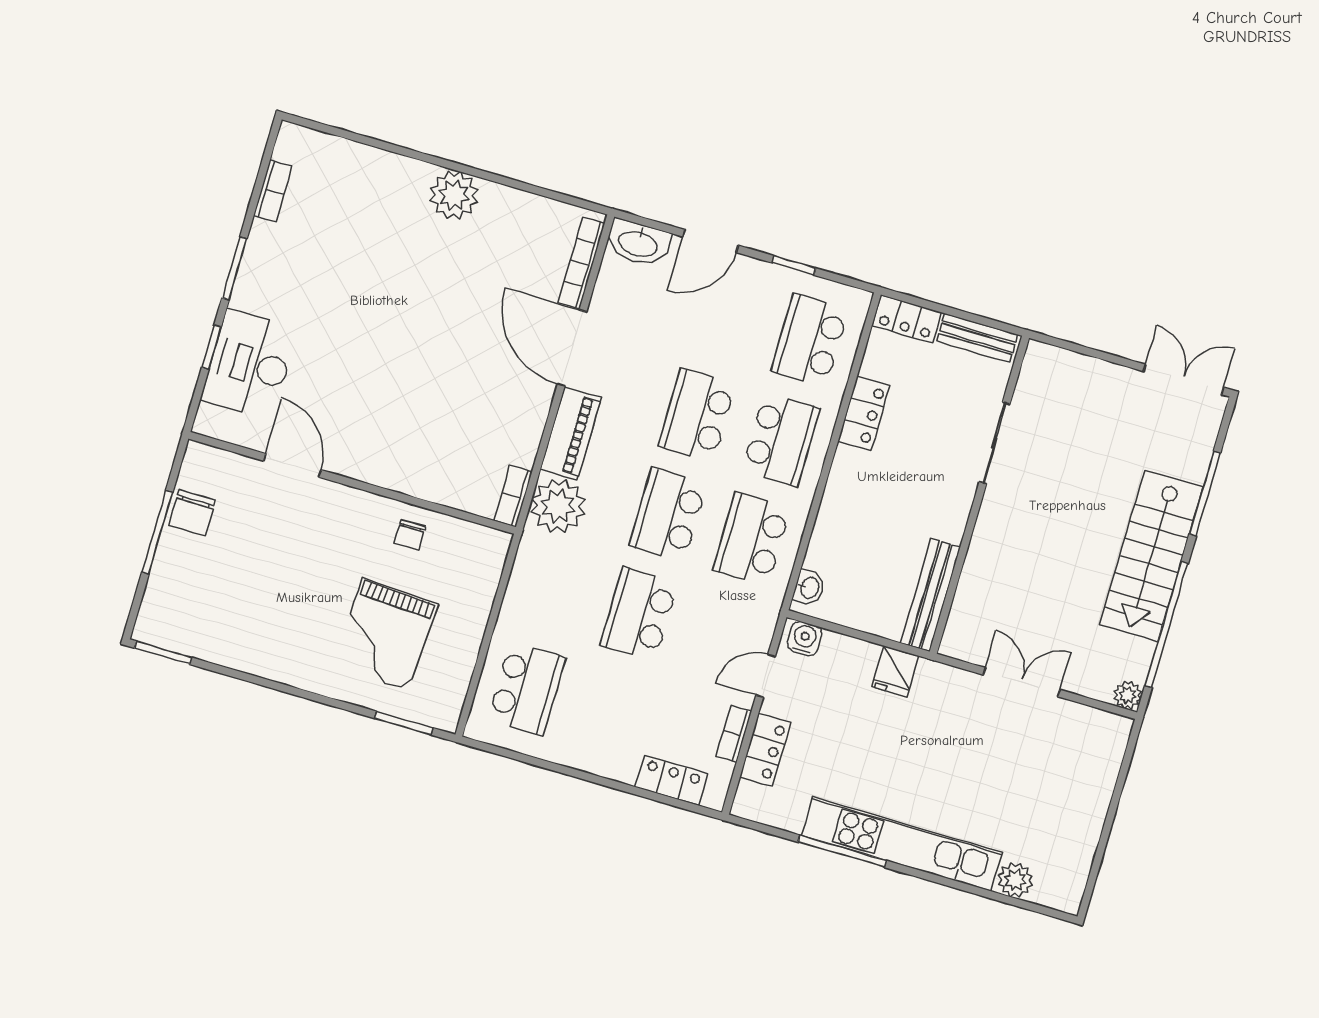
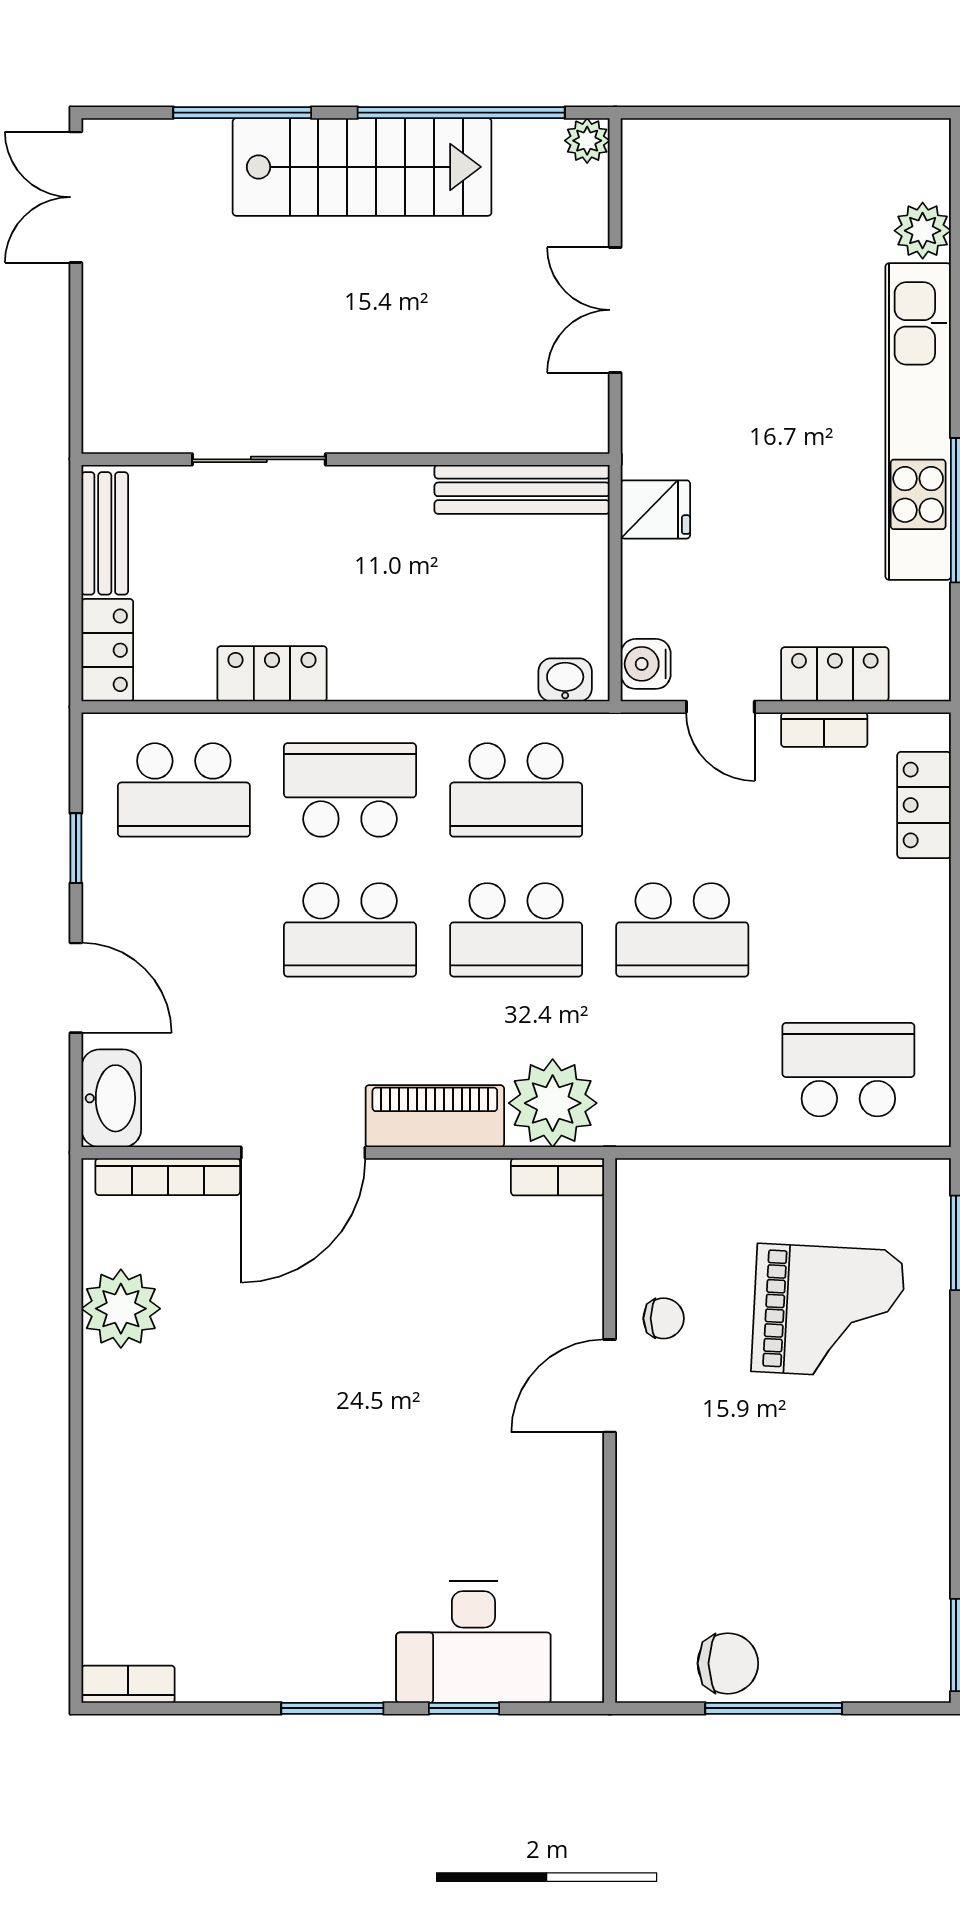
bookcase: (273, 191) -> (128, 1684), moved
plant: (454, 195) -> (121, 1309), moved
door: (292, 465) -> (610, 1386), moved

